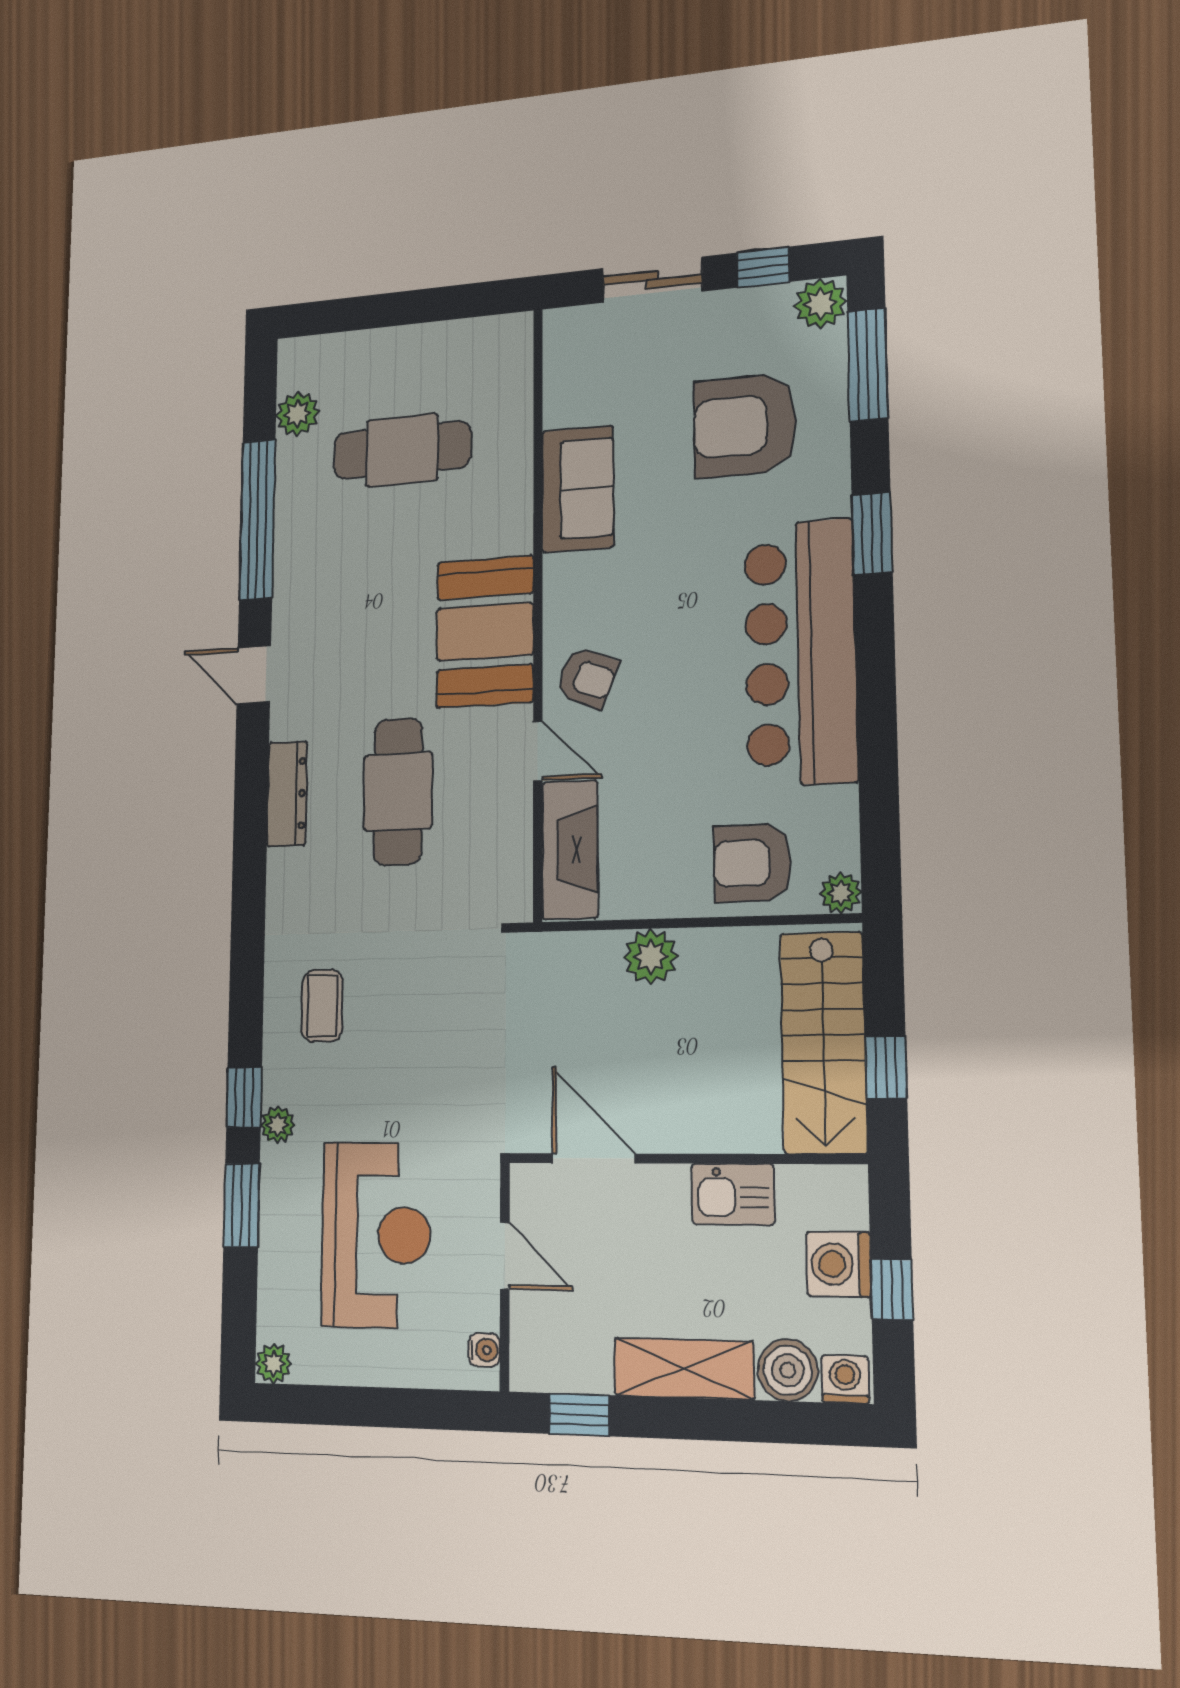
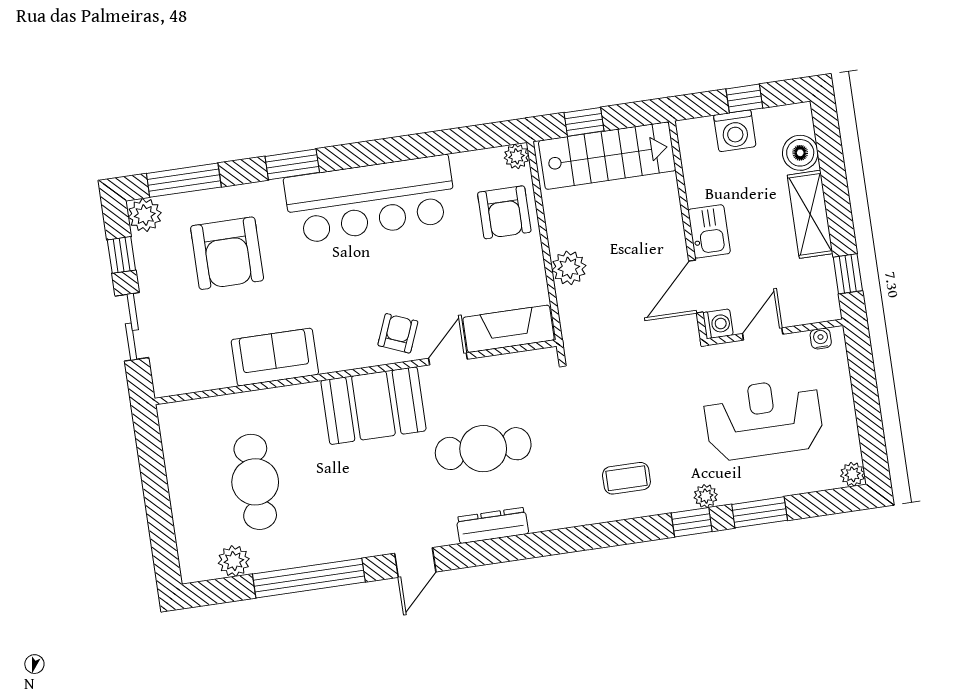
window: (886, 1067) -> (584, 122), moved
kitchen sink: (733, 1194) -> (709, 231), moved
washing machine: (845, 1379) -> (718, 324), moved, turned 180

